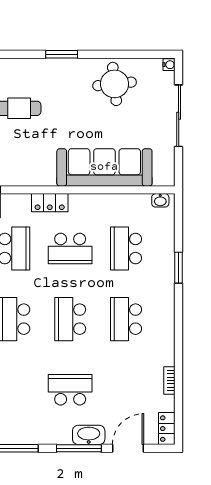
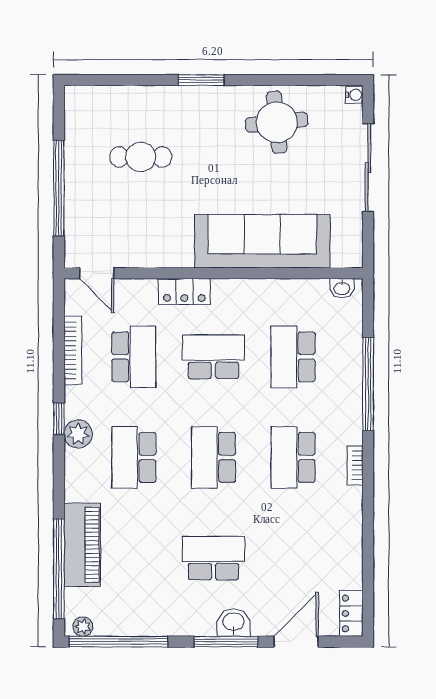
school desk: (70, 249) -> (213, 357), turned 180
window: (179, 268) -> (368, 384), width x2.11
bookcase: (169, 381) -> (355, 465), moved
washbasin: (89, 435) -> (233, 622), width x0.72

